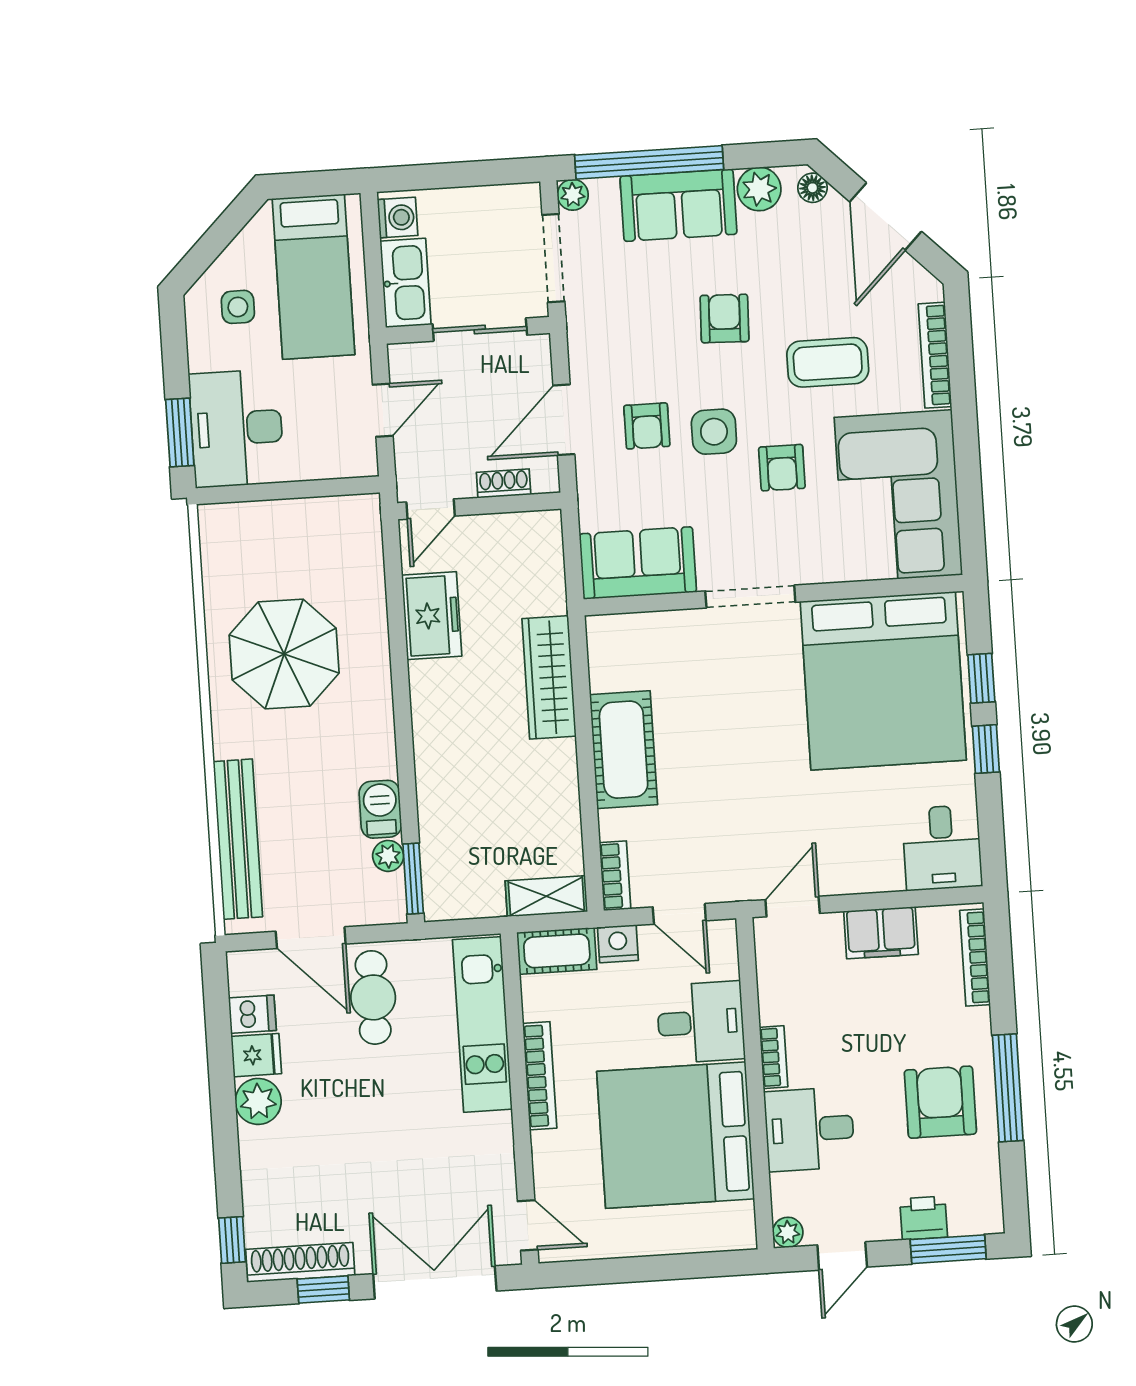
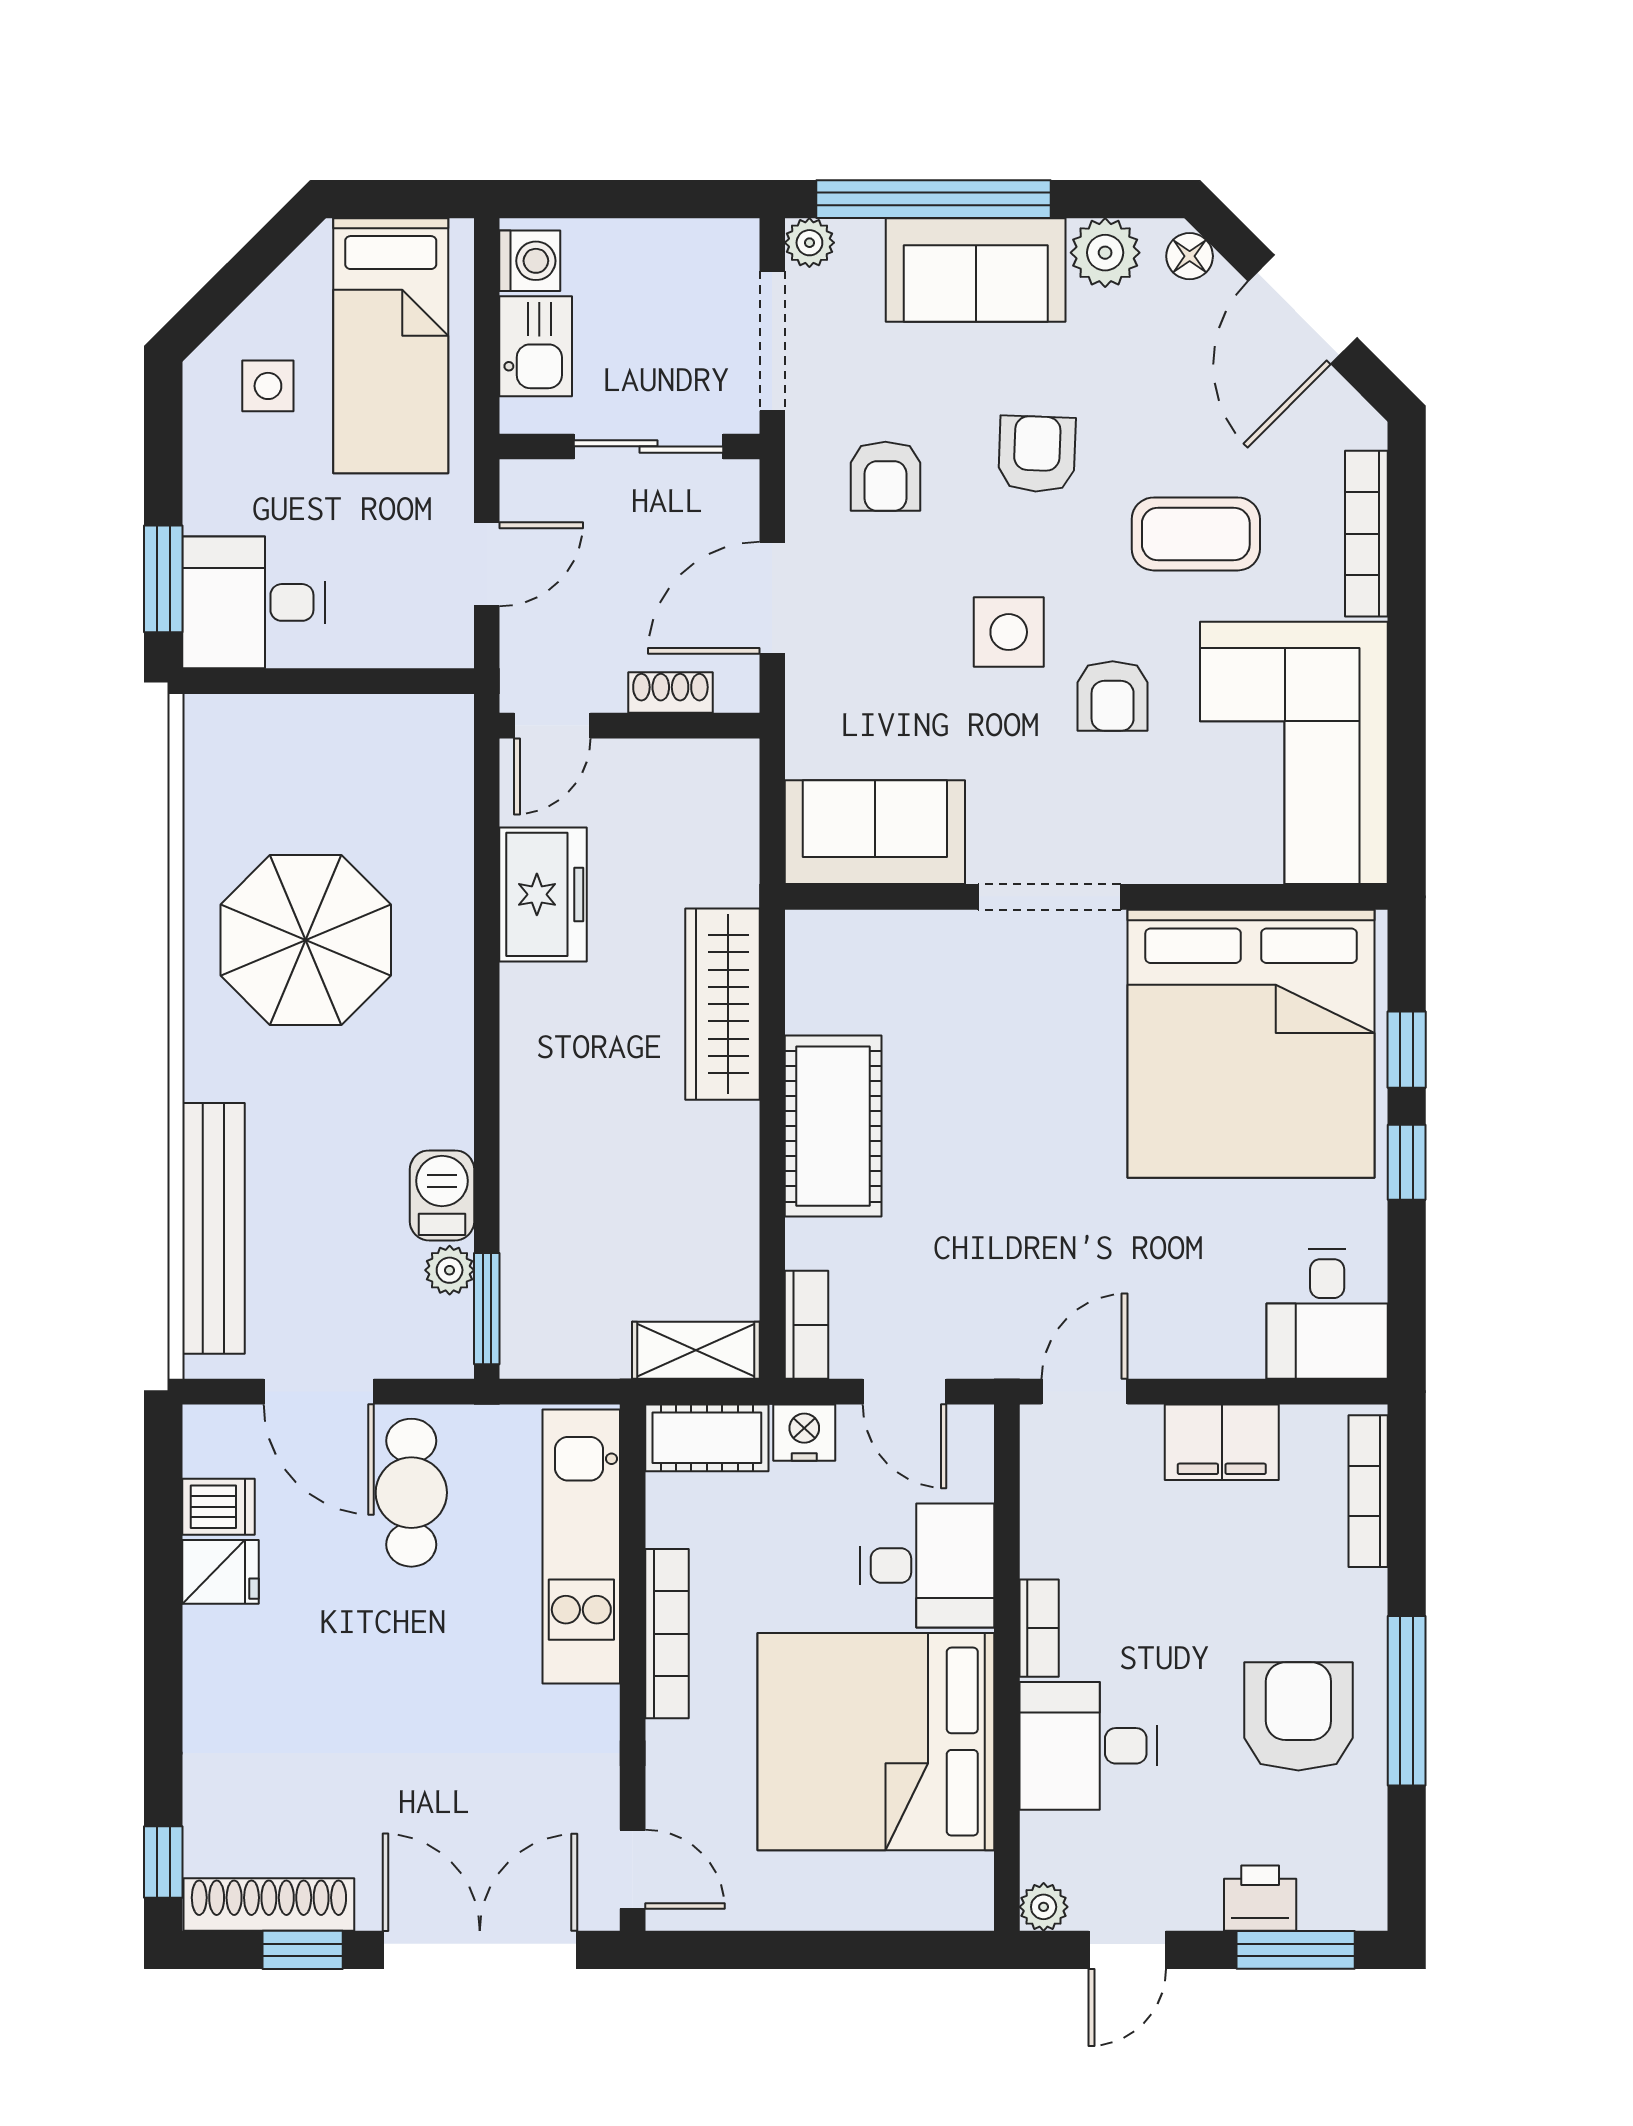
kitchen sink: (405, 283) -> (536, 346), width x0.73
armchair: (647, 426) -> (885, 476), moved
desk: (237, 428) -> (253, 602), width x0.73
plant: (258, 1101) -> (219, 1645), removed

